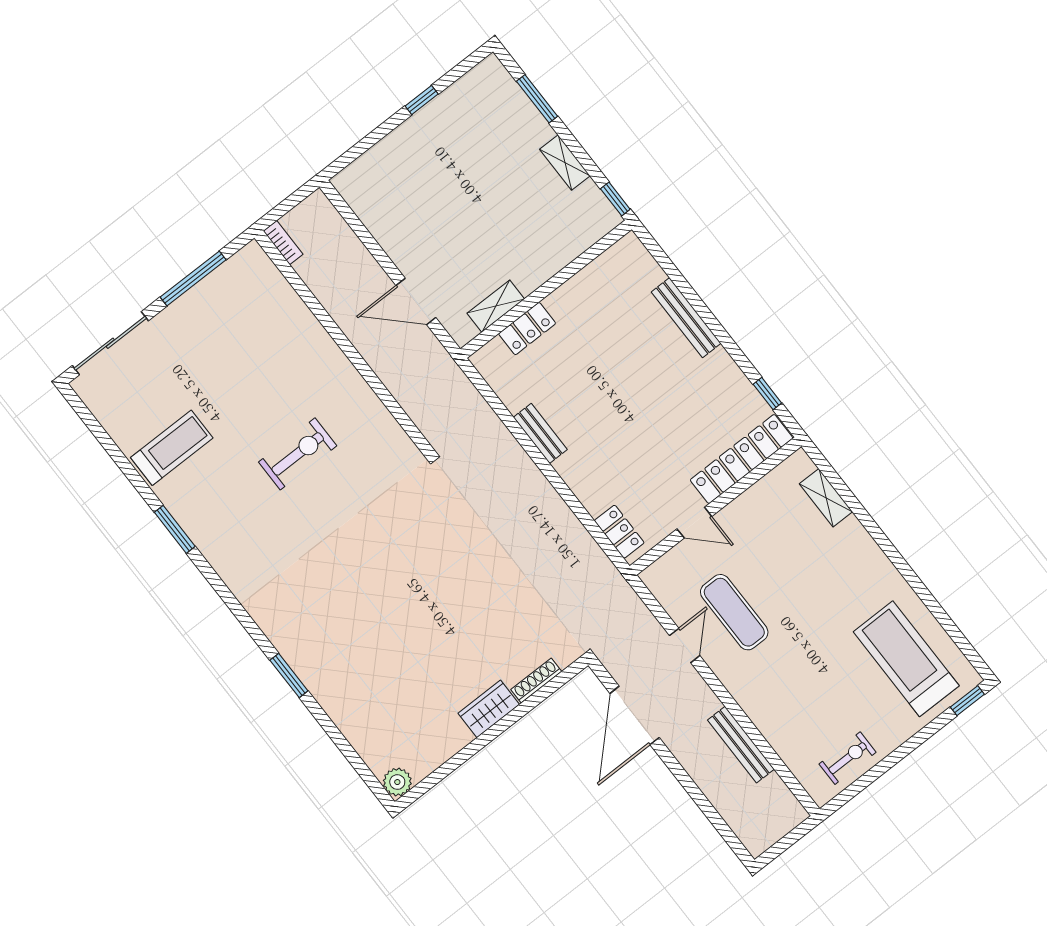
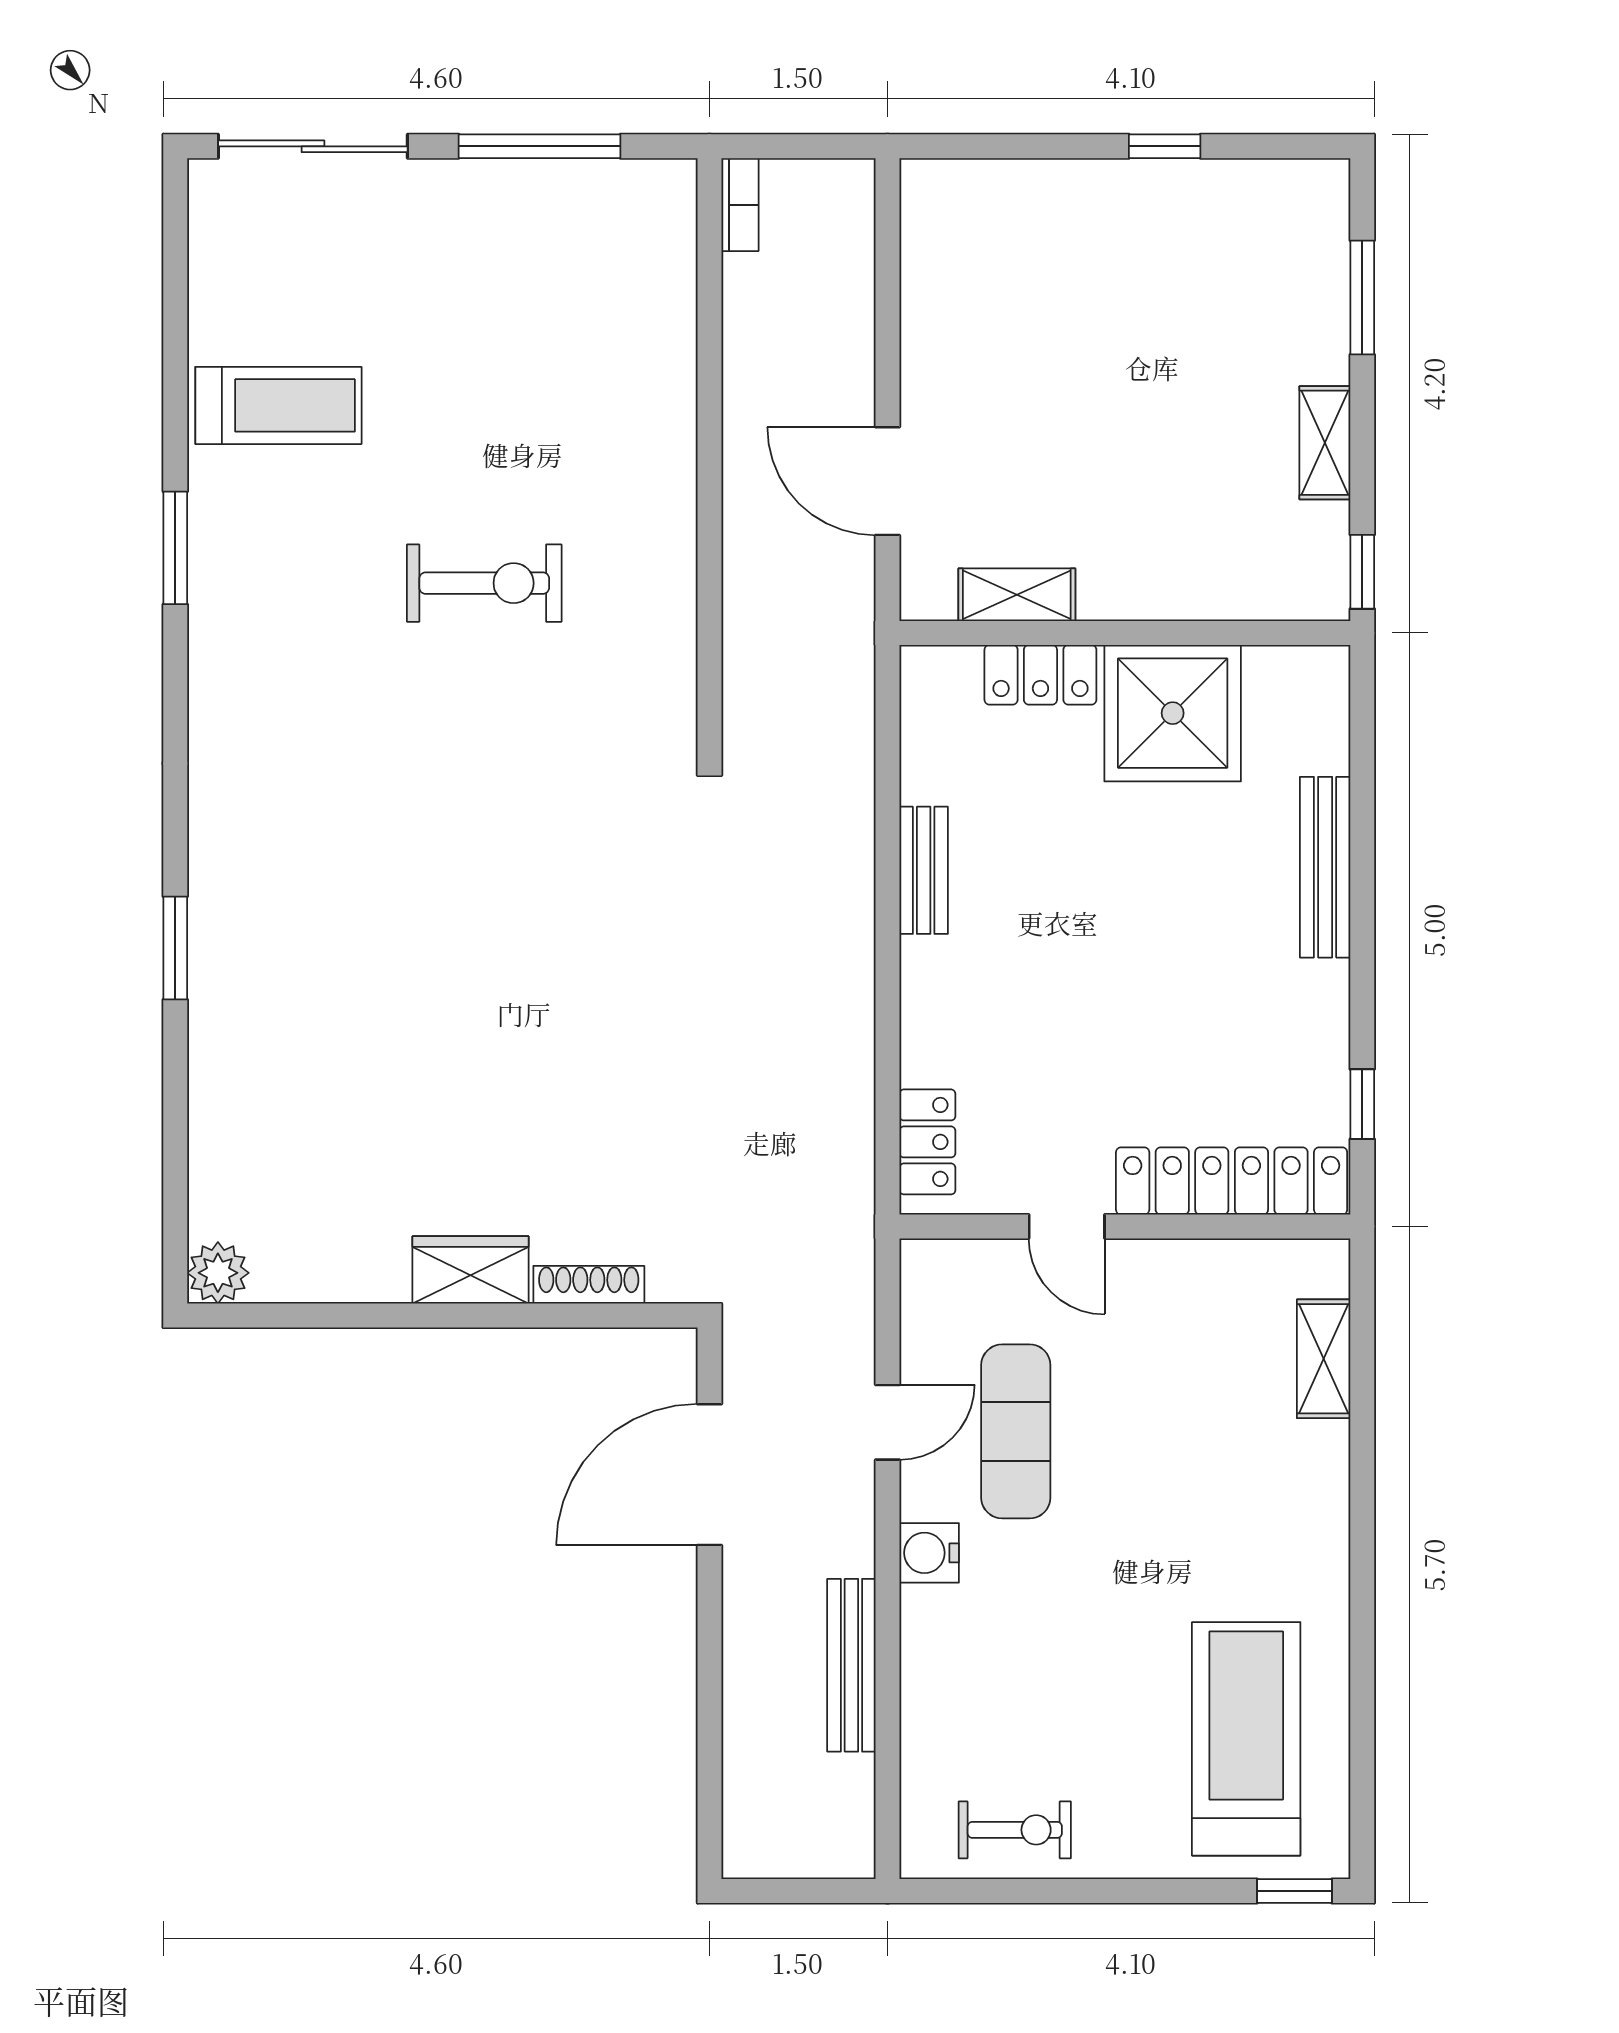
shower: (586, 305) -> (1173, 713), added
water cooler: (737, 681) -> (929, 1553), added

